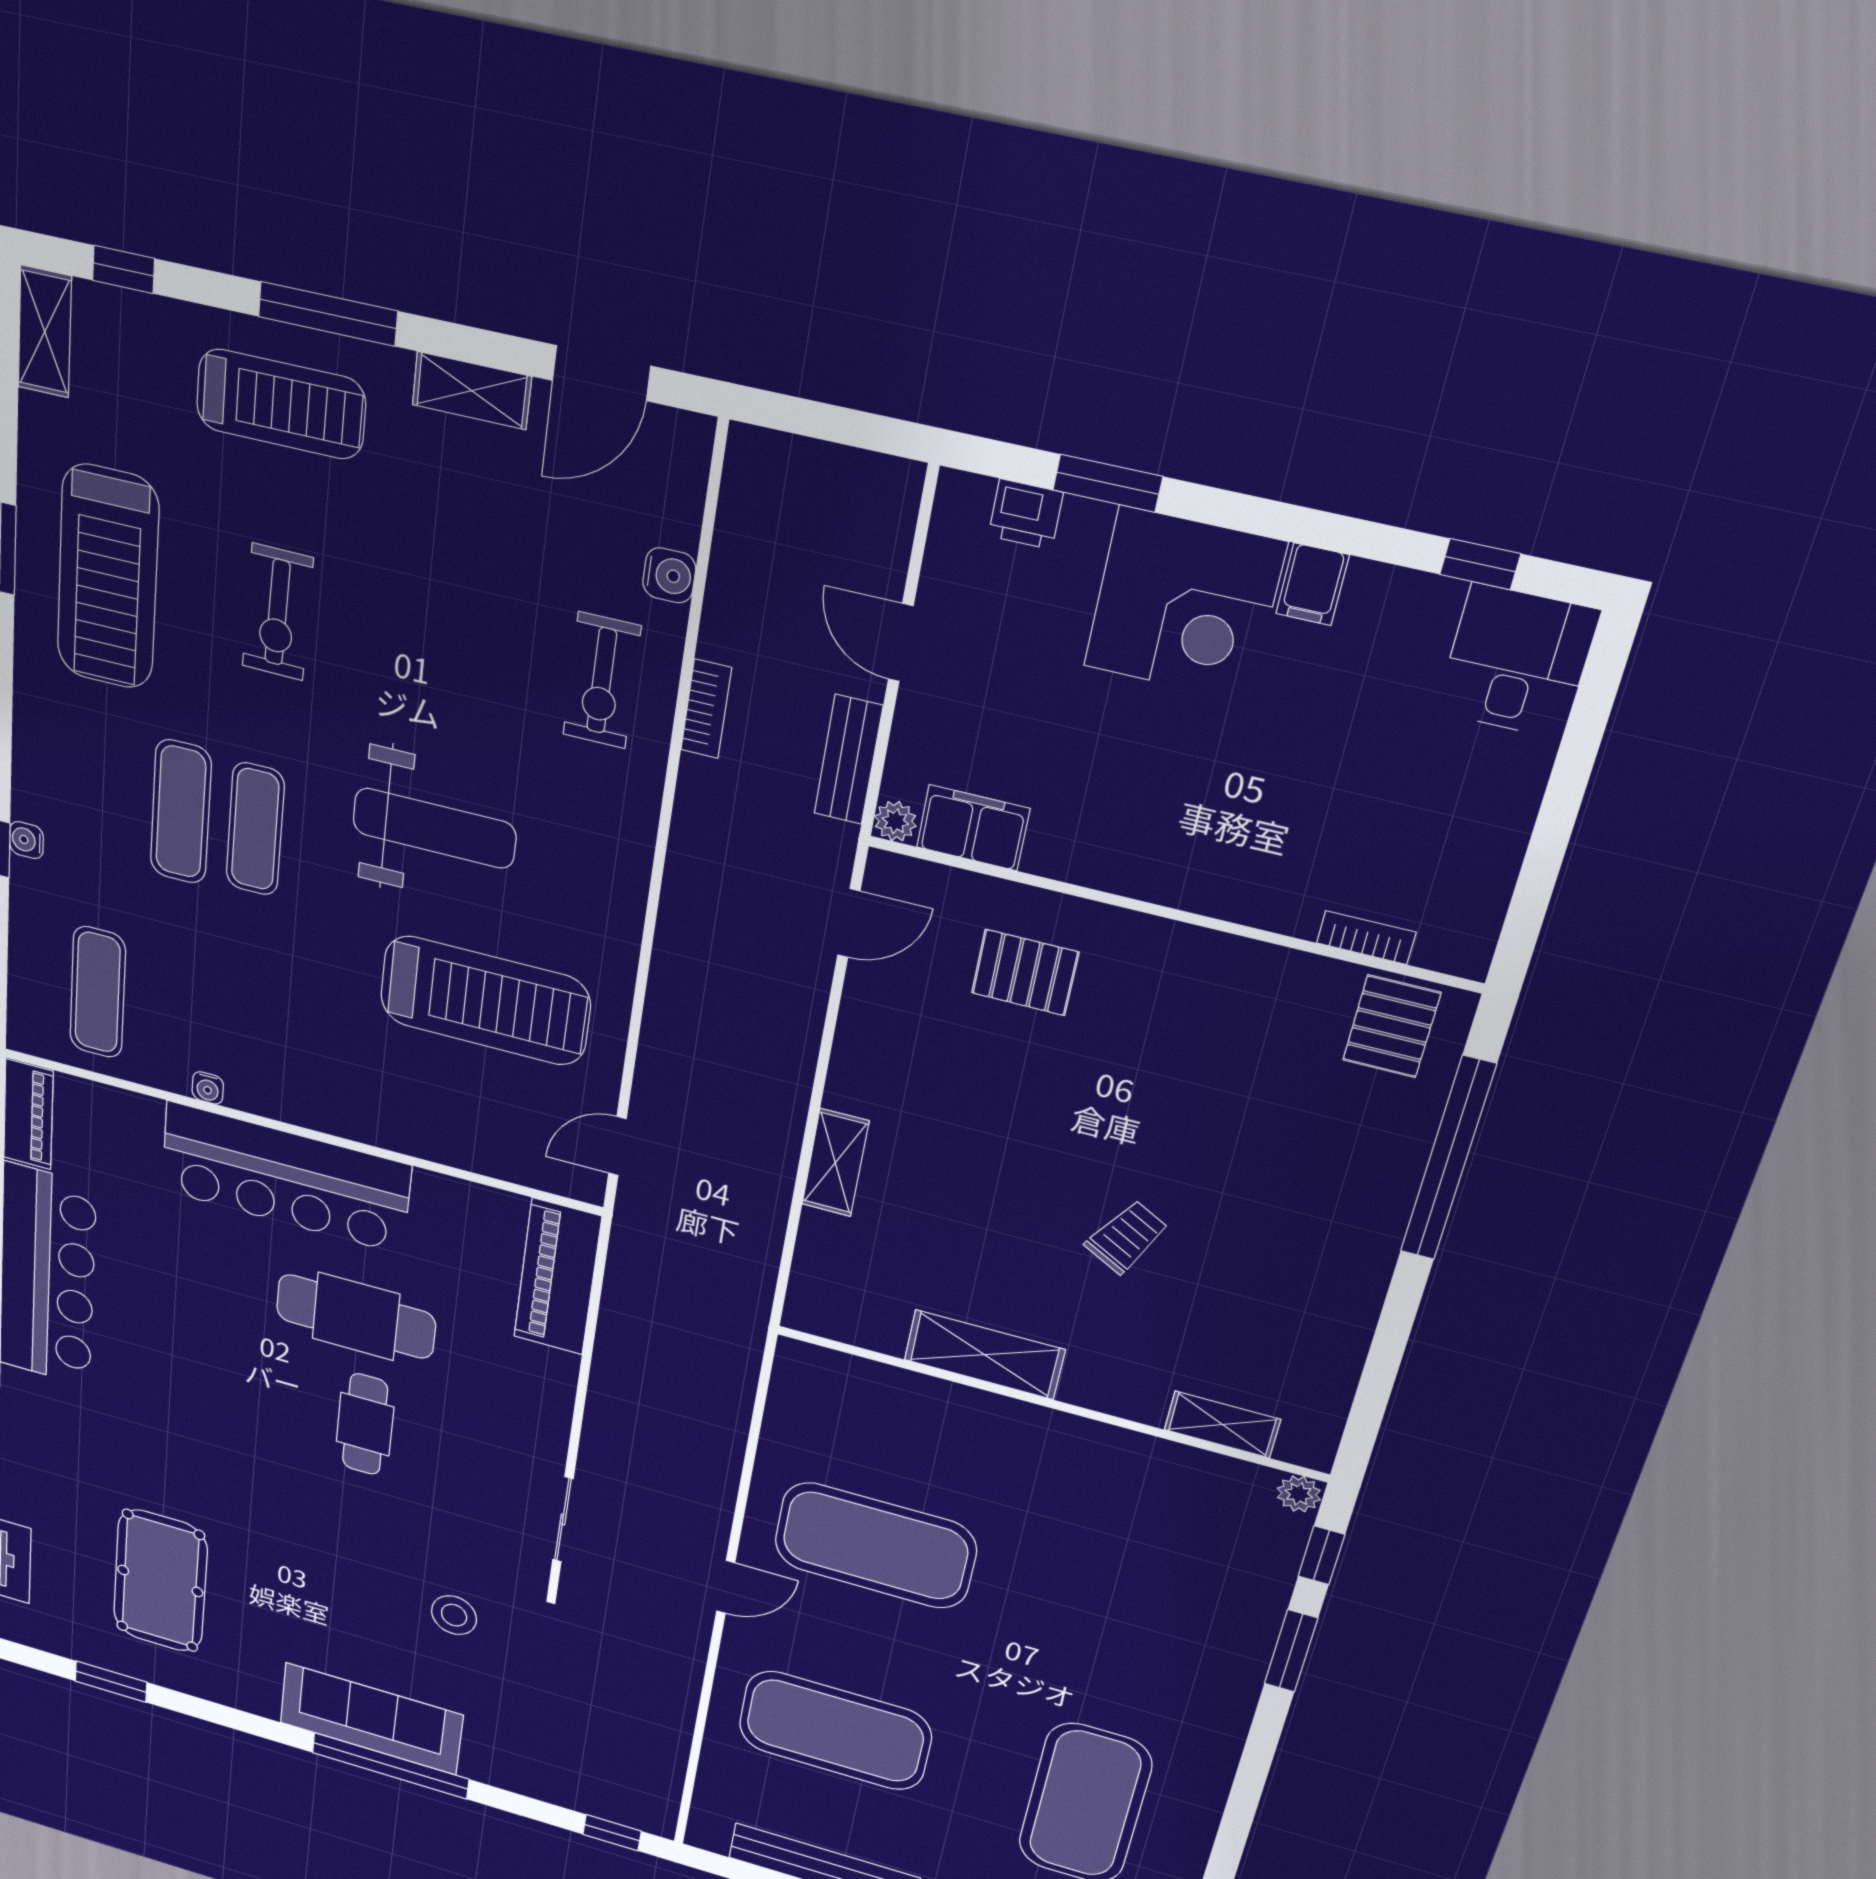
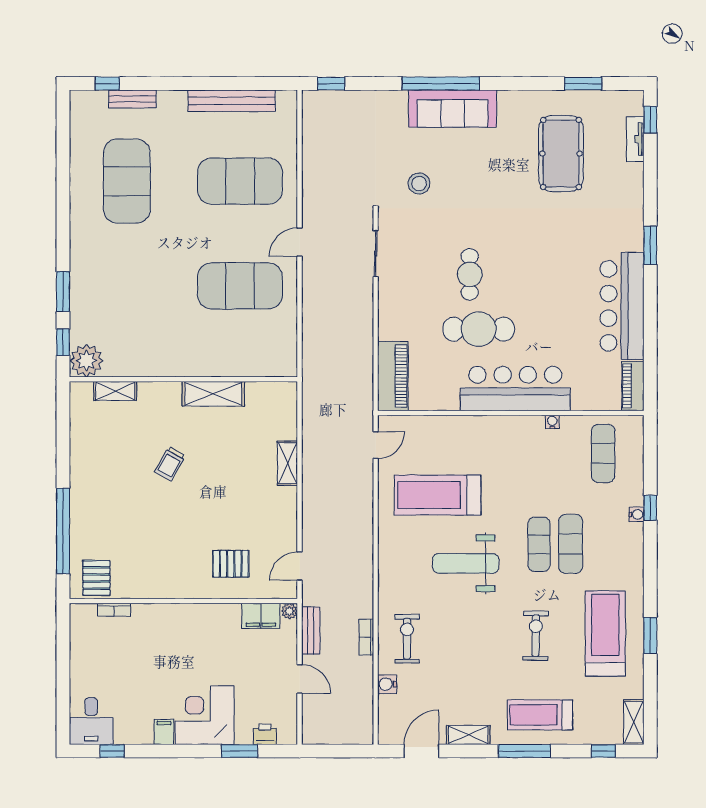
plant: (1299, 1494) -> (86, 361), width x1.88, depth x1.88

